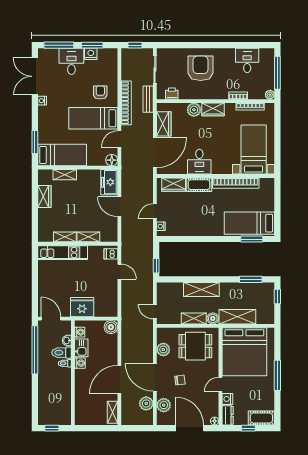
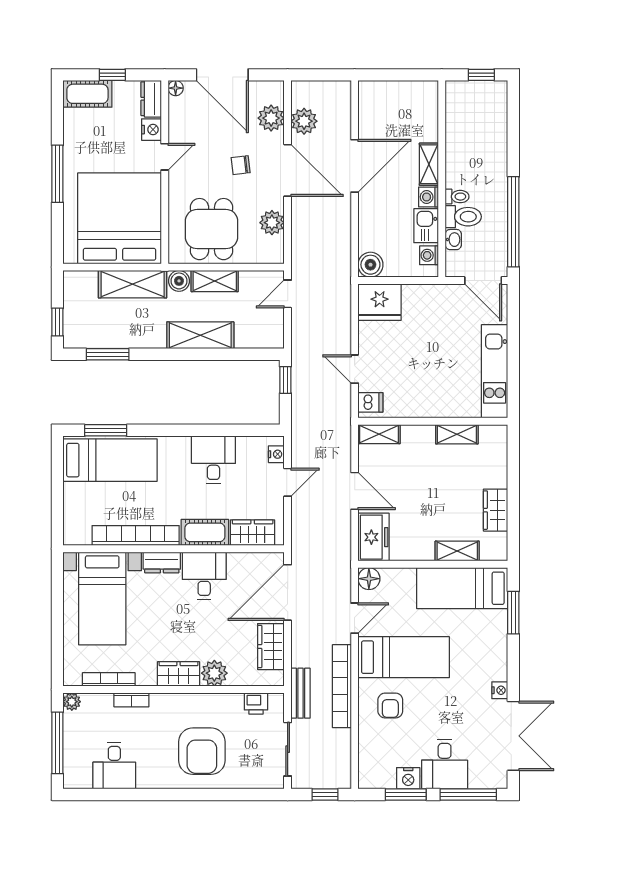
dresser: (222, 169) -> (162, 563), added
desk: (194, 223) -> (213, 460), added
shelving: (88, 237) -> (379, 434), moved
kitchen unit: (63, 253) -> (495, 371), moved, turned -90
fridge: (82, 307) -> (380, 302), moved
door: (155, 312) -> (288, 294), swing flipped
dining table: (195, 346) -> (212, 229), turned 90
shelving: (112, 412) -> (429, 164), moved

